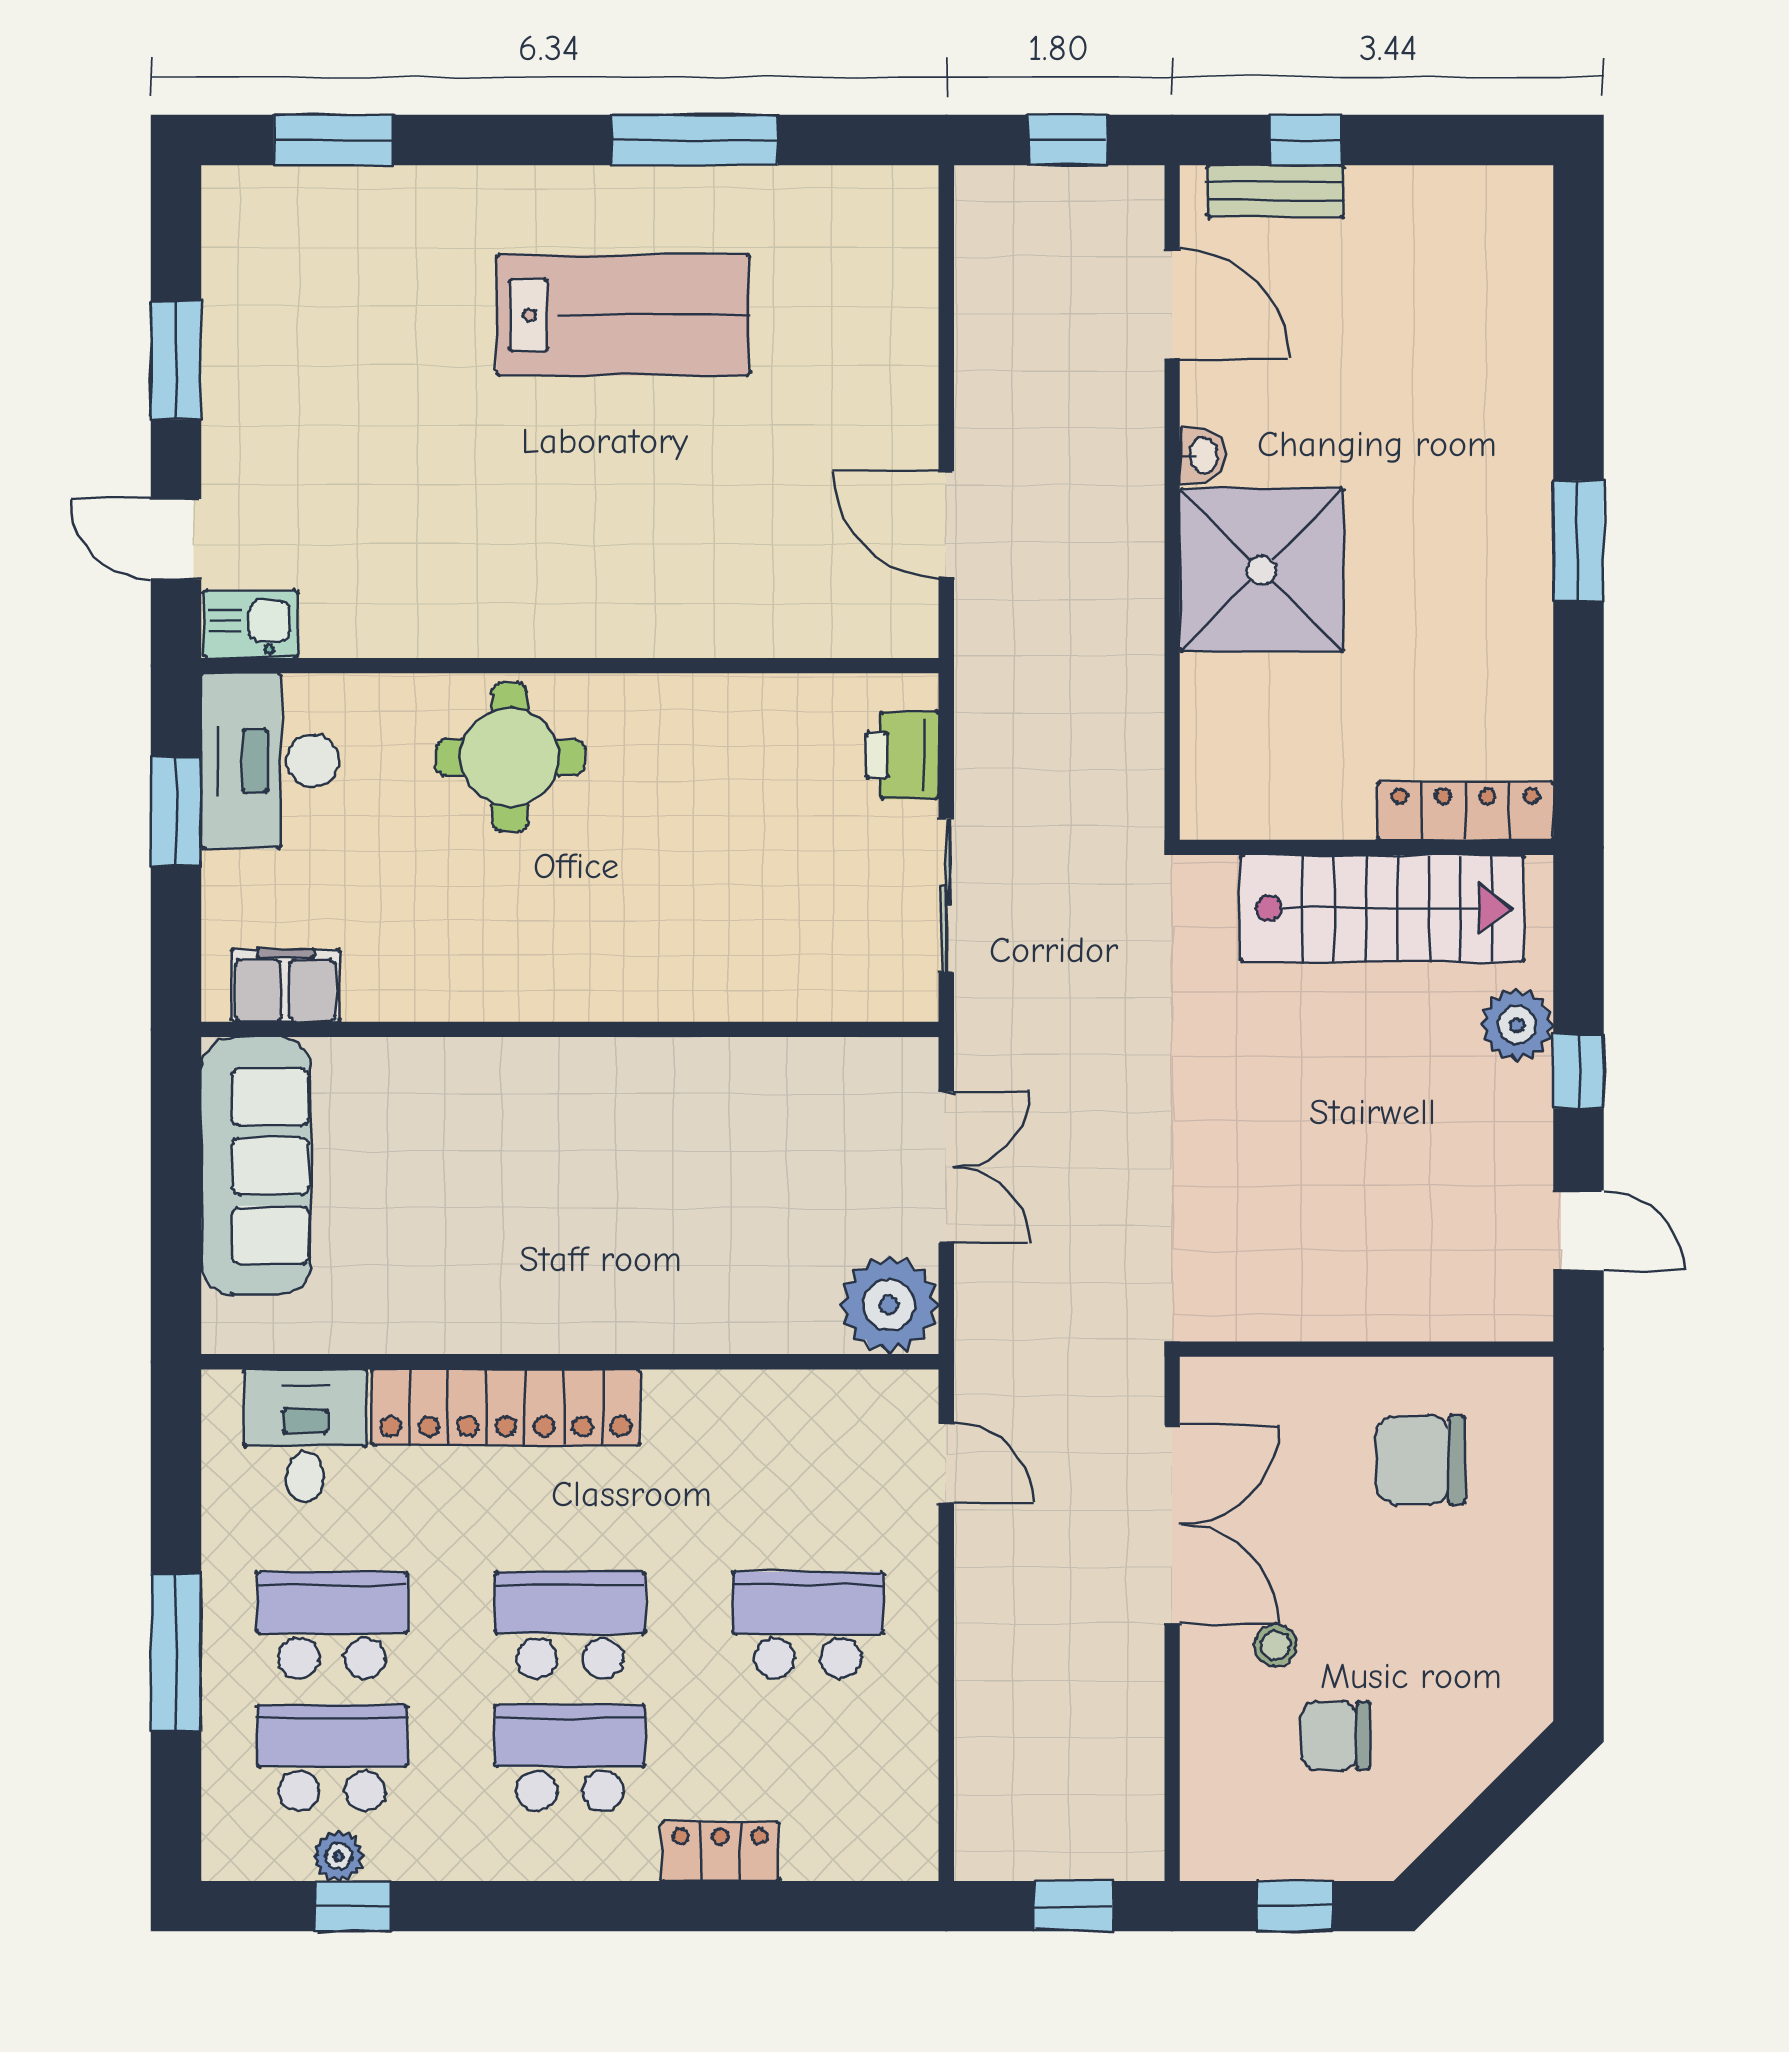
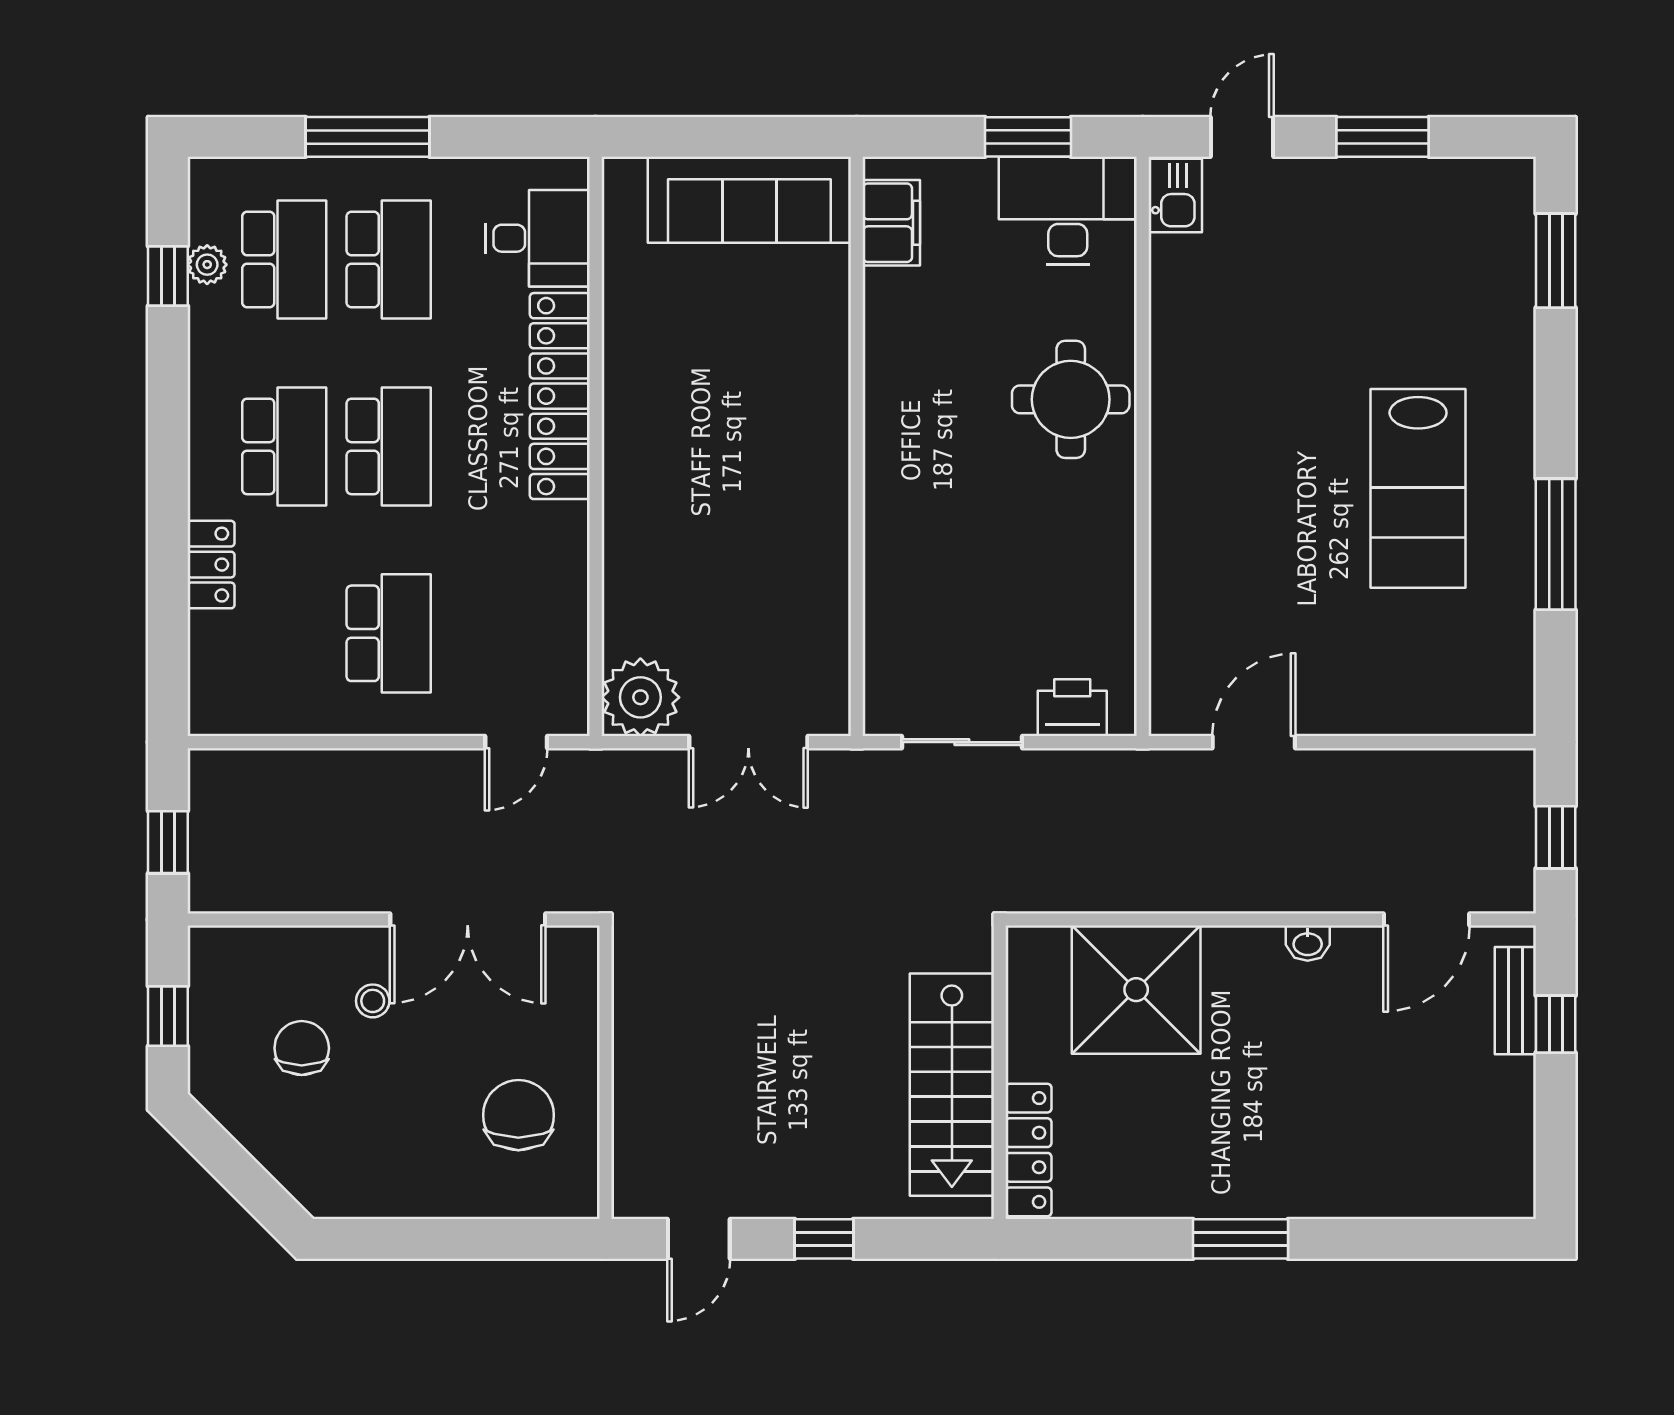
shower: (1261, 570) -> (1136, 990), moved
plant: (1517, 1025) -> (860, 1191), removed

